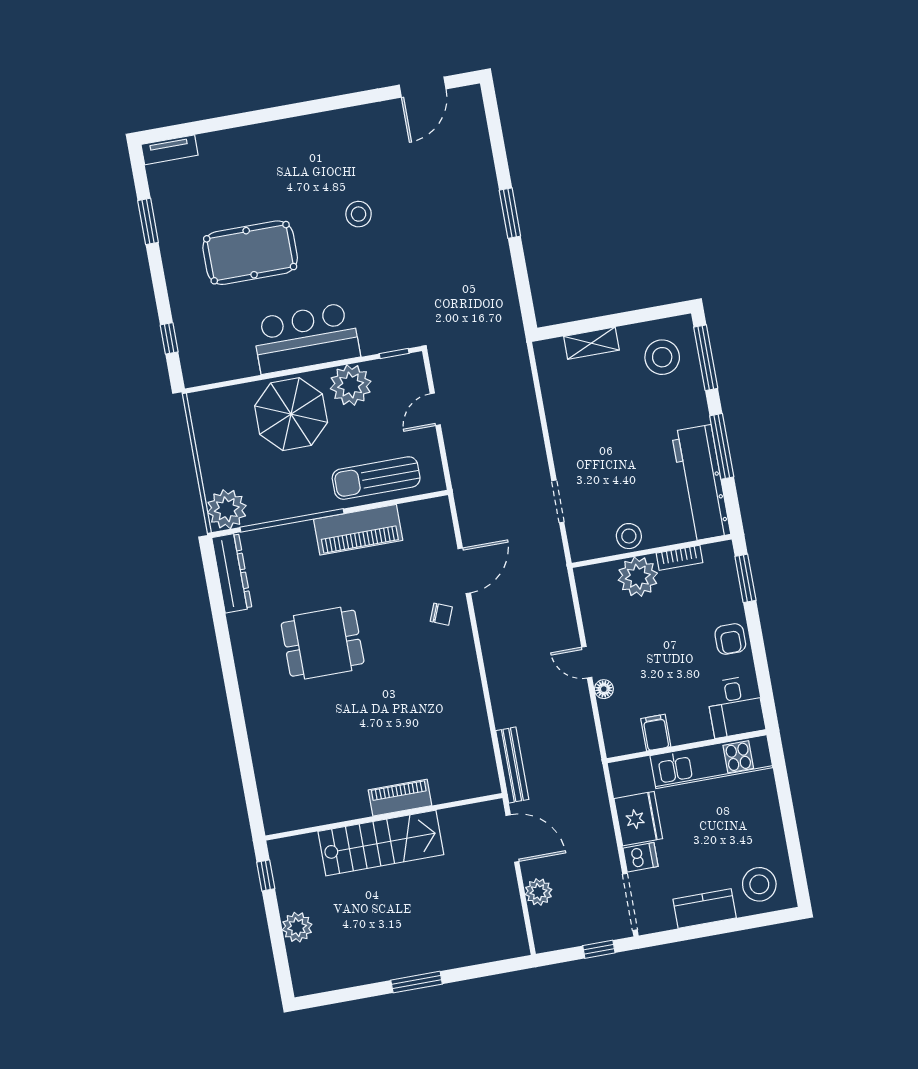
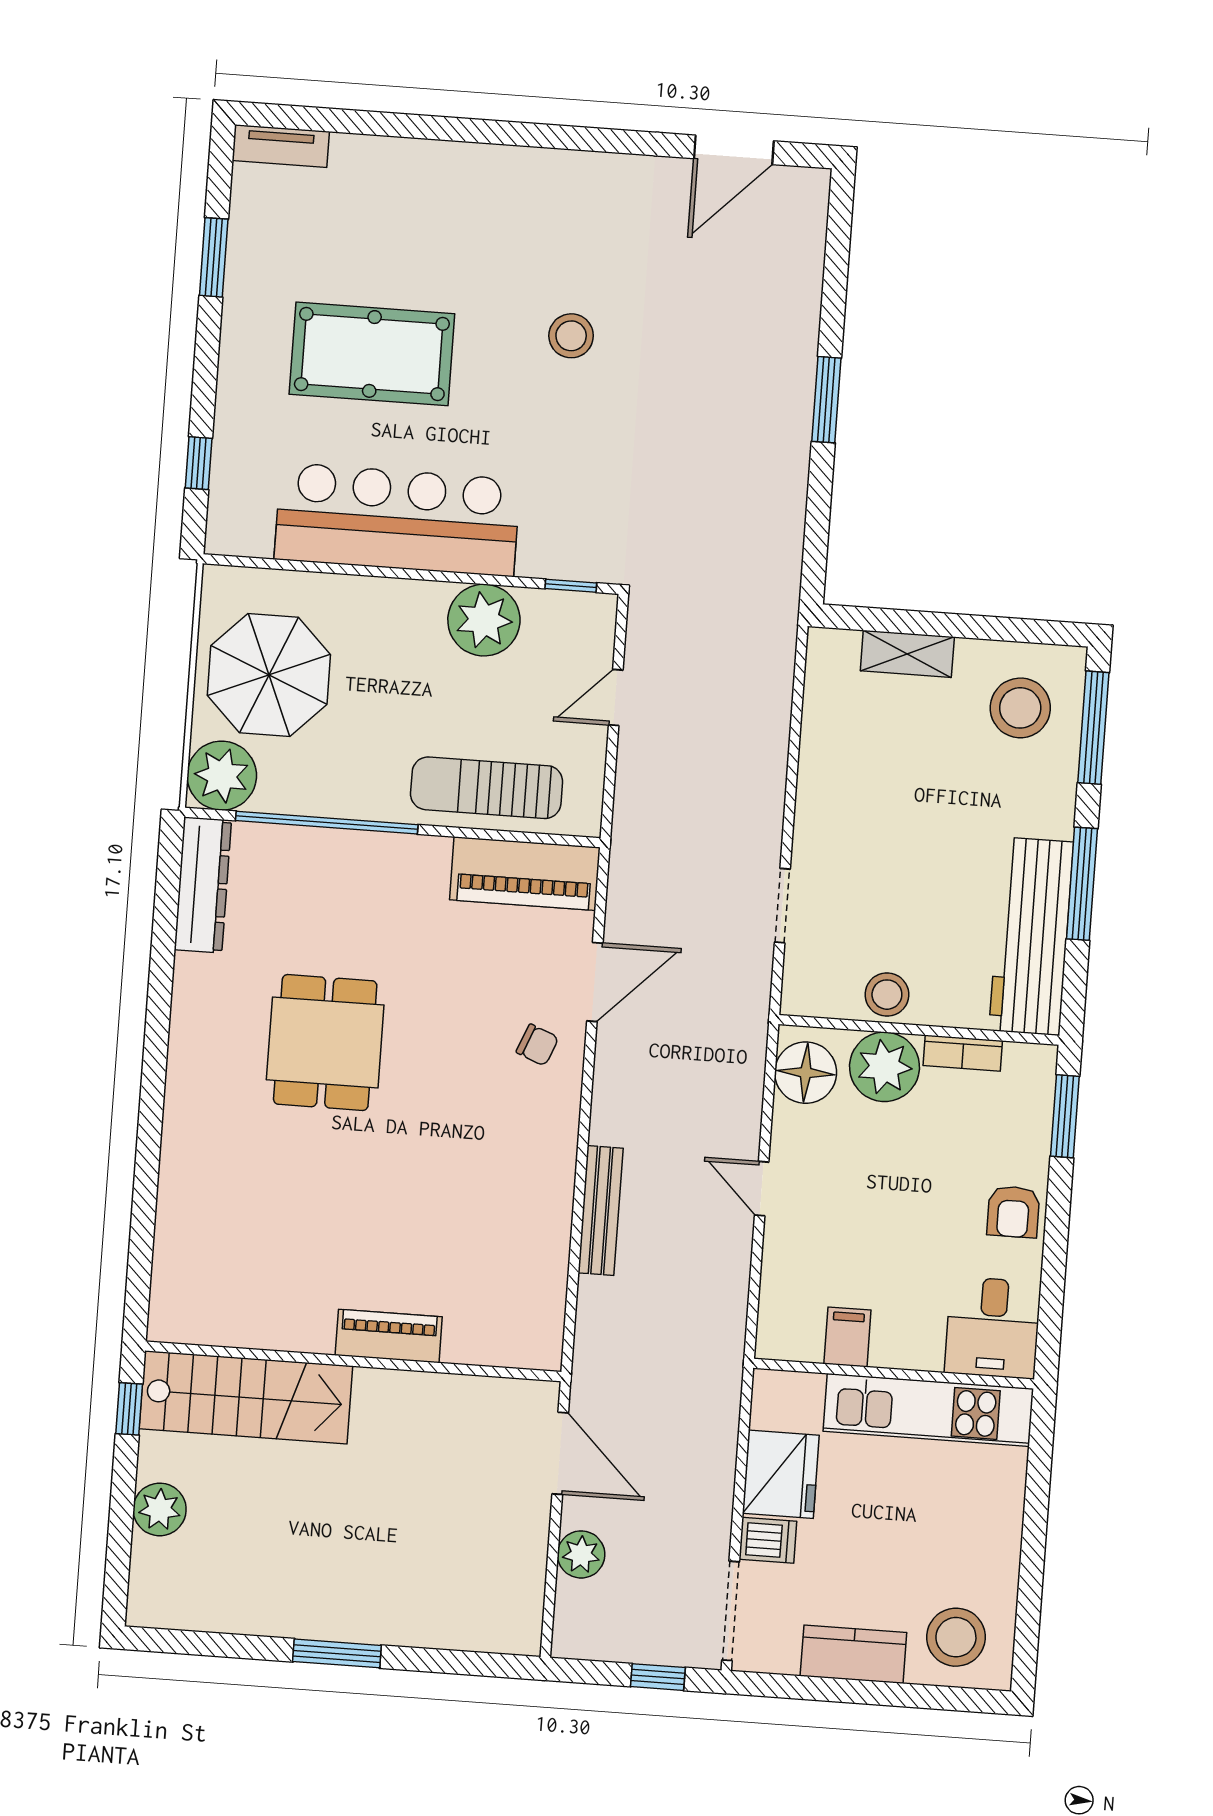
bar counter: (306, 338) -> (397, 520), width x1.36
parasol: (291, 414) -> (269, 675), moved
piano: (358, 530) -> (525, 874), moved
dining table: (323, 643) -> (325, 1042), turned 90
floor lamp: (604, 689) -> (806, 1073), moved, width x1.89, depth x1.89
bench: (512, 765) -> (601, 1211), moved
stairs: (381, 843) -> (246, 1397), moved

